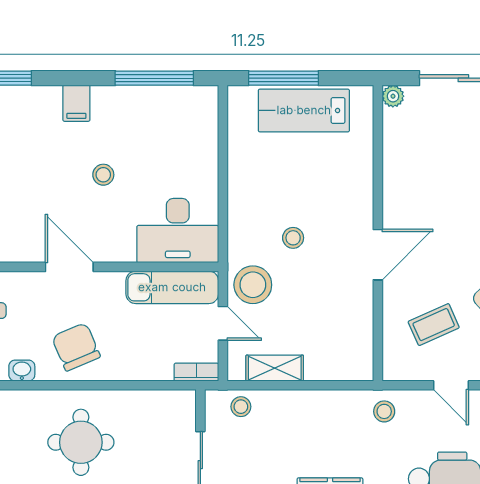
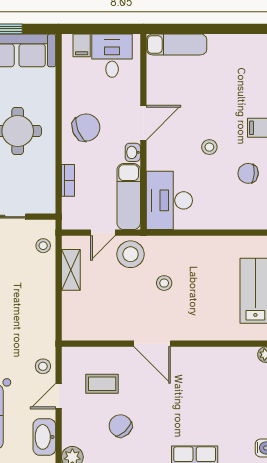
chair: (140, 121) -> (248, 173), added
coffee table: (434, 325) -> (102, 384), turned -66
washbasin: (22, 371) -> (133, 152), moved, turned 180
bookcase: (196, 372) -> (68, 180), moved
stool: (384, 411) -> (43, 366), moved

